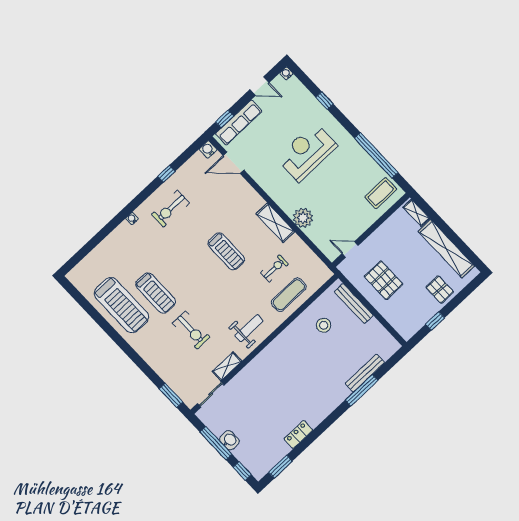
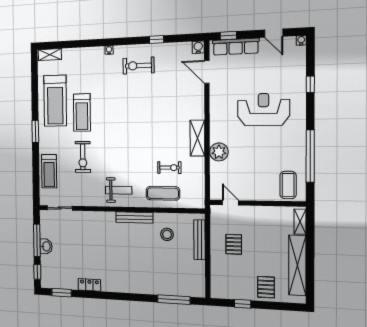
coffee table: (381, 193) -> (288, 185), turned 90
treadmill: (226, 251) -> (49, 171), moved
pallet: (384, 280) -> (234, 244), width x0.67, depth x0.71
shelving: (227, 366) -> (50, 55), moved
bench: (365, 373) -> (134, 217), moved
window: (362, 390) -> (174, 300), moved
window: (171, 395) -> (35, 131), moved

